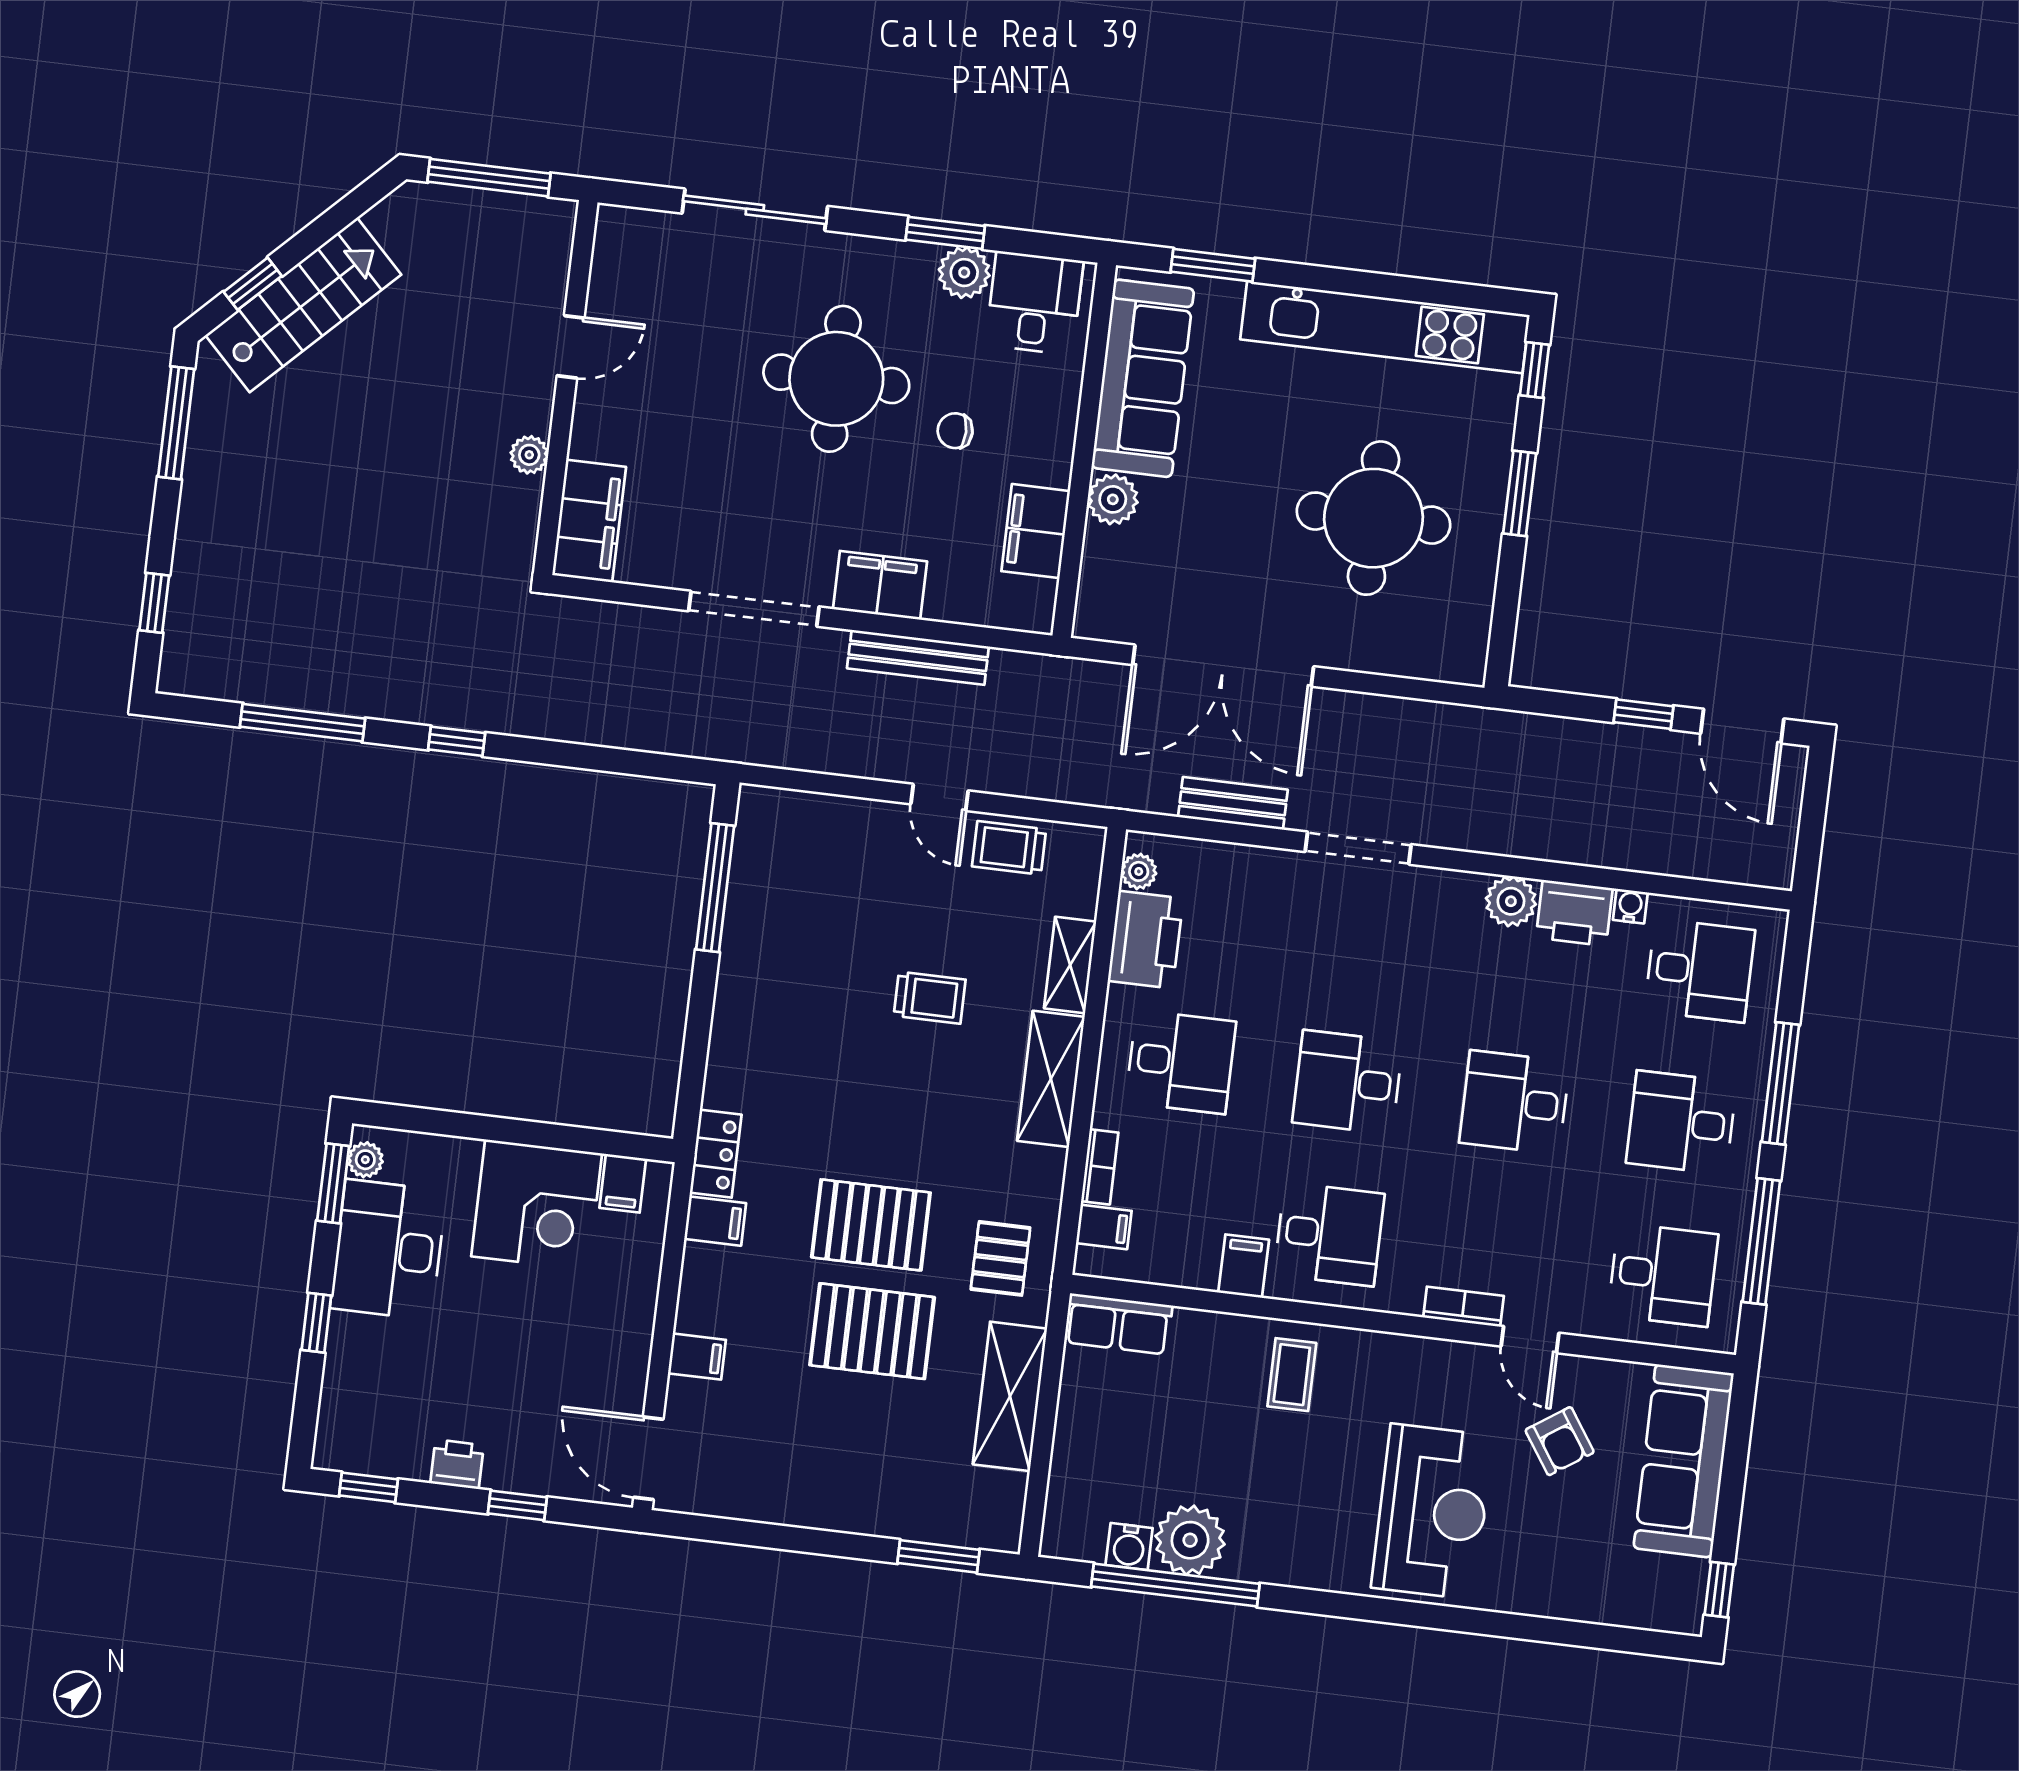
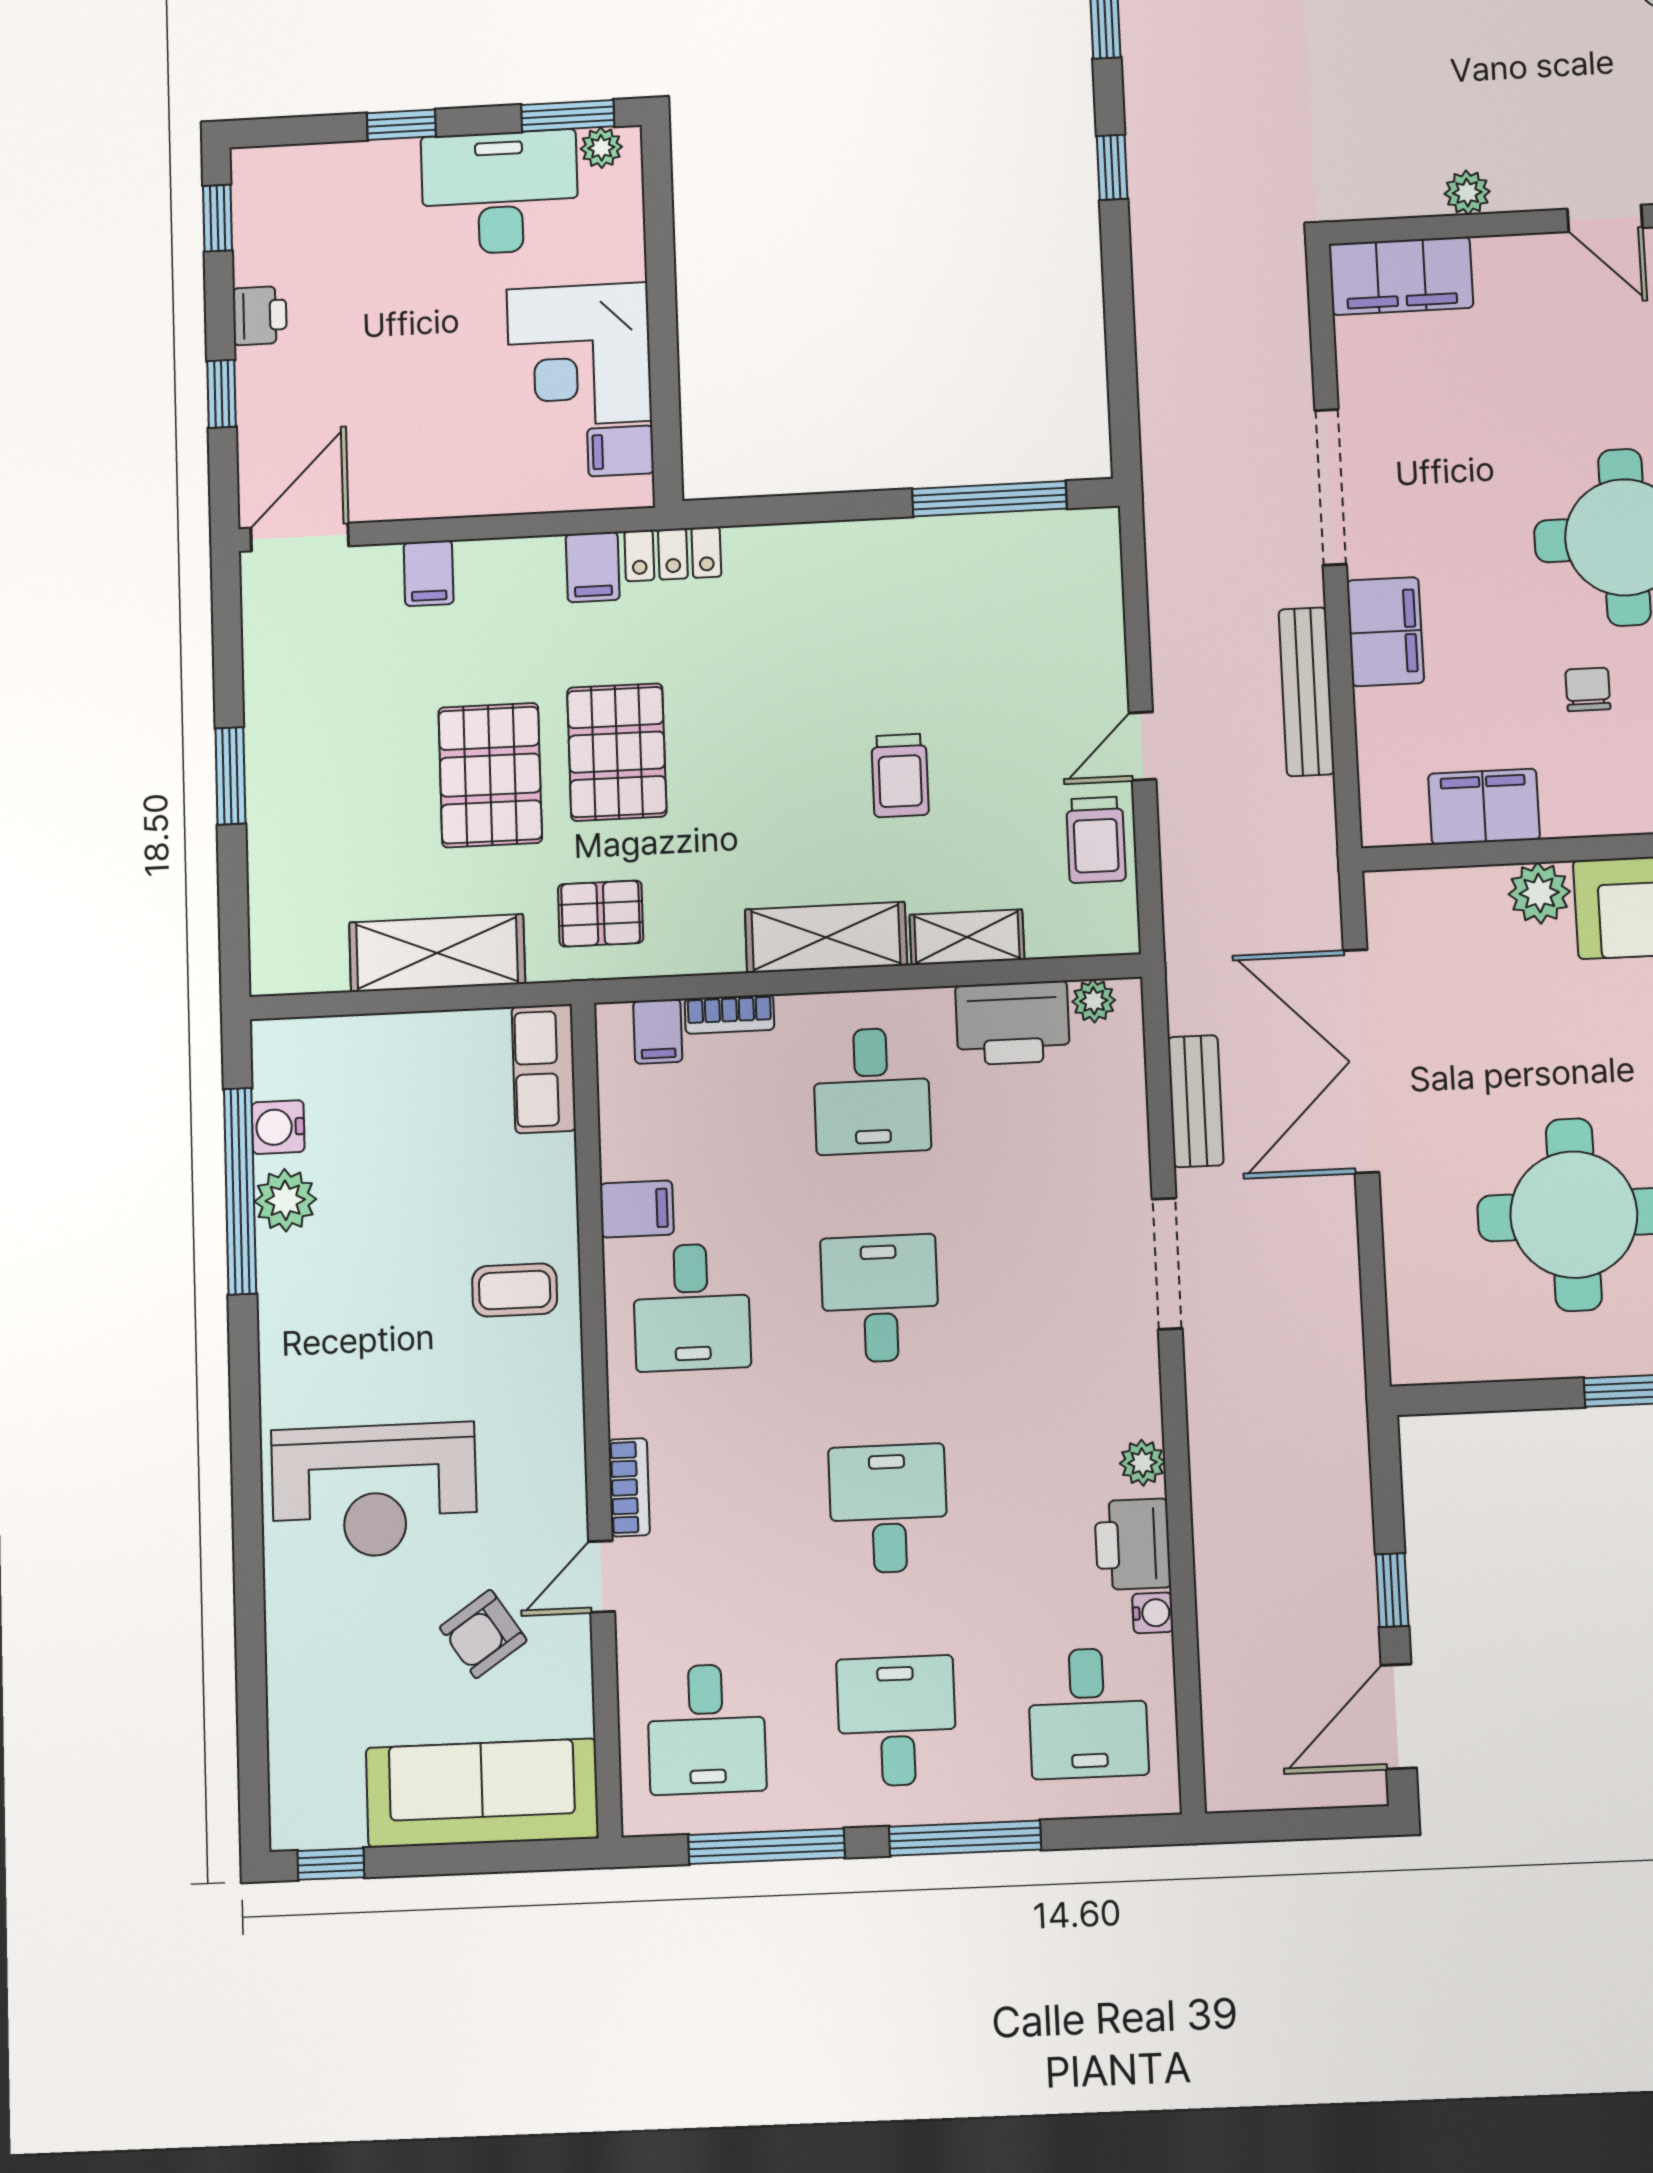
trolley: (1009, 848) -> (1096, 840), turned 180
plant: (1511, 901) -> (1142, 1463), width x0.73, depth x0.73
plant: (1190, 1540) -> (285, 1200), width x0.73, depth x0.73
window: (938, 1556) -> (230, 776), moved

